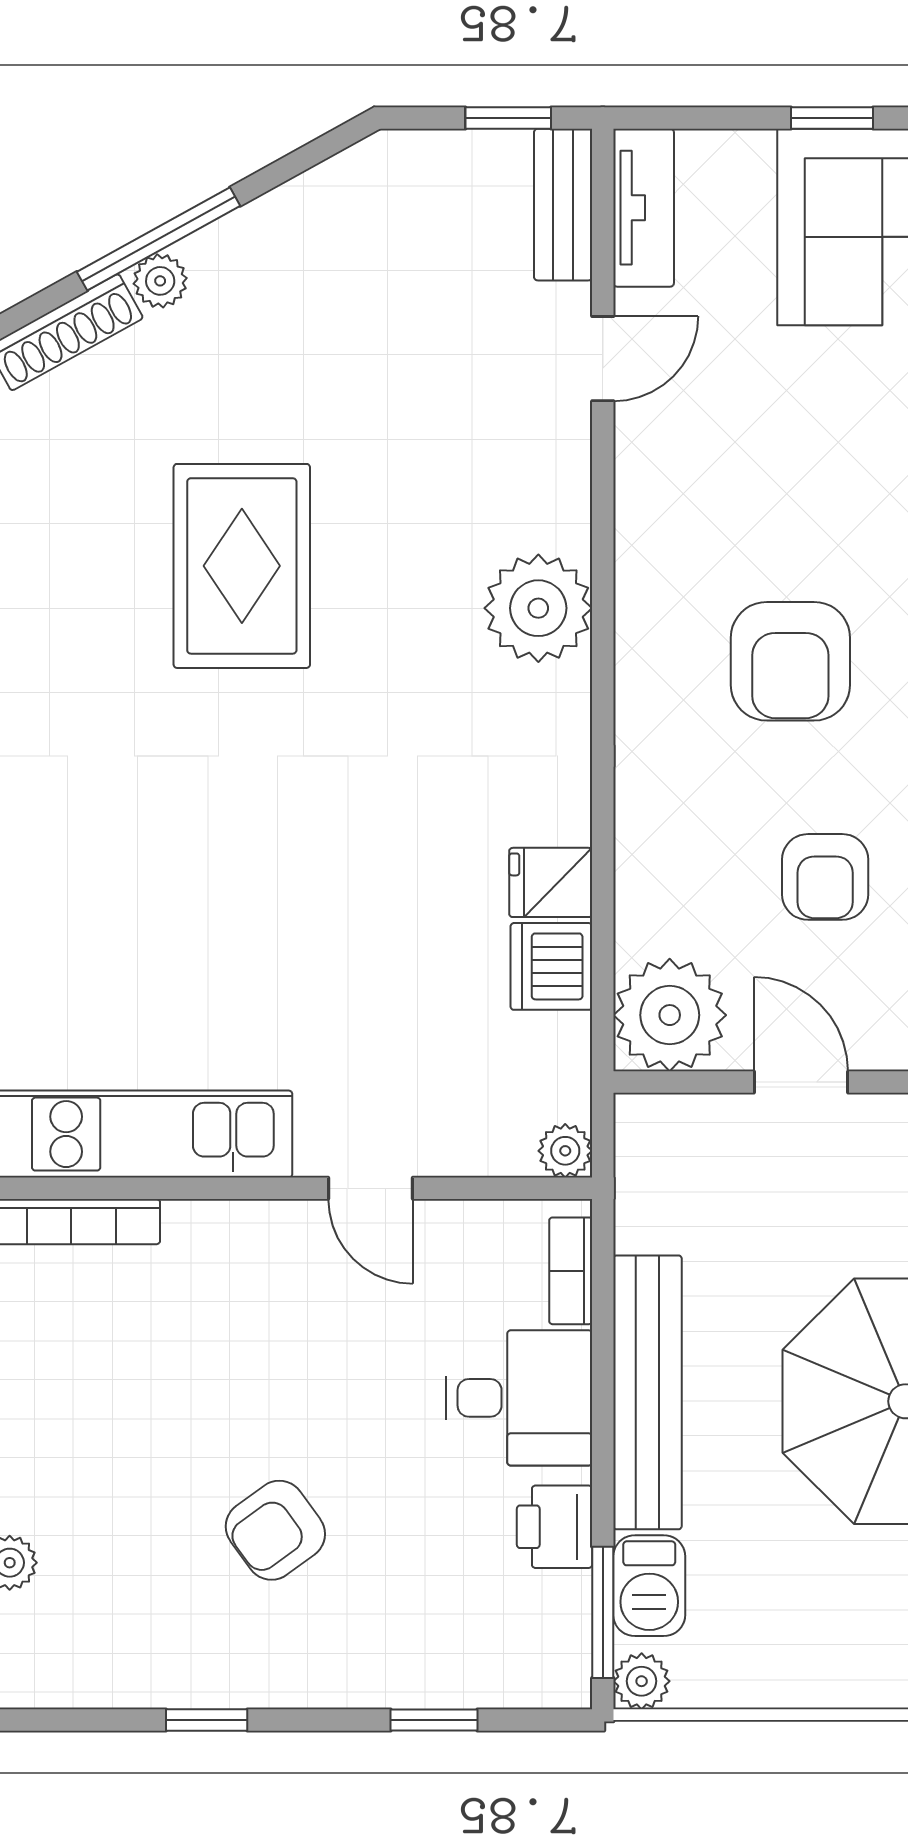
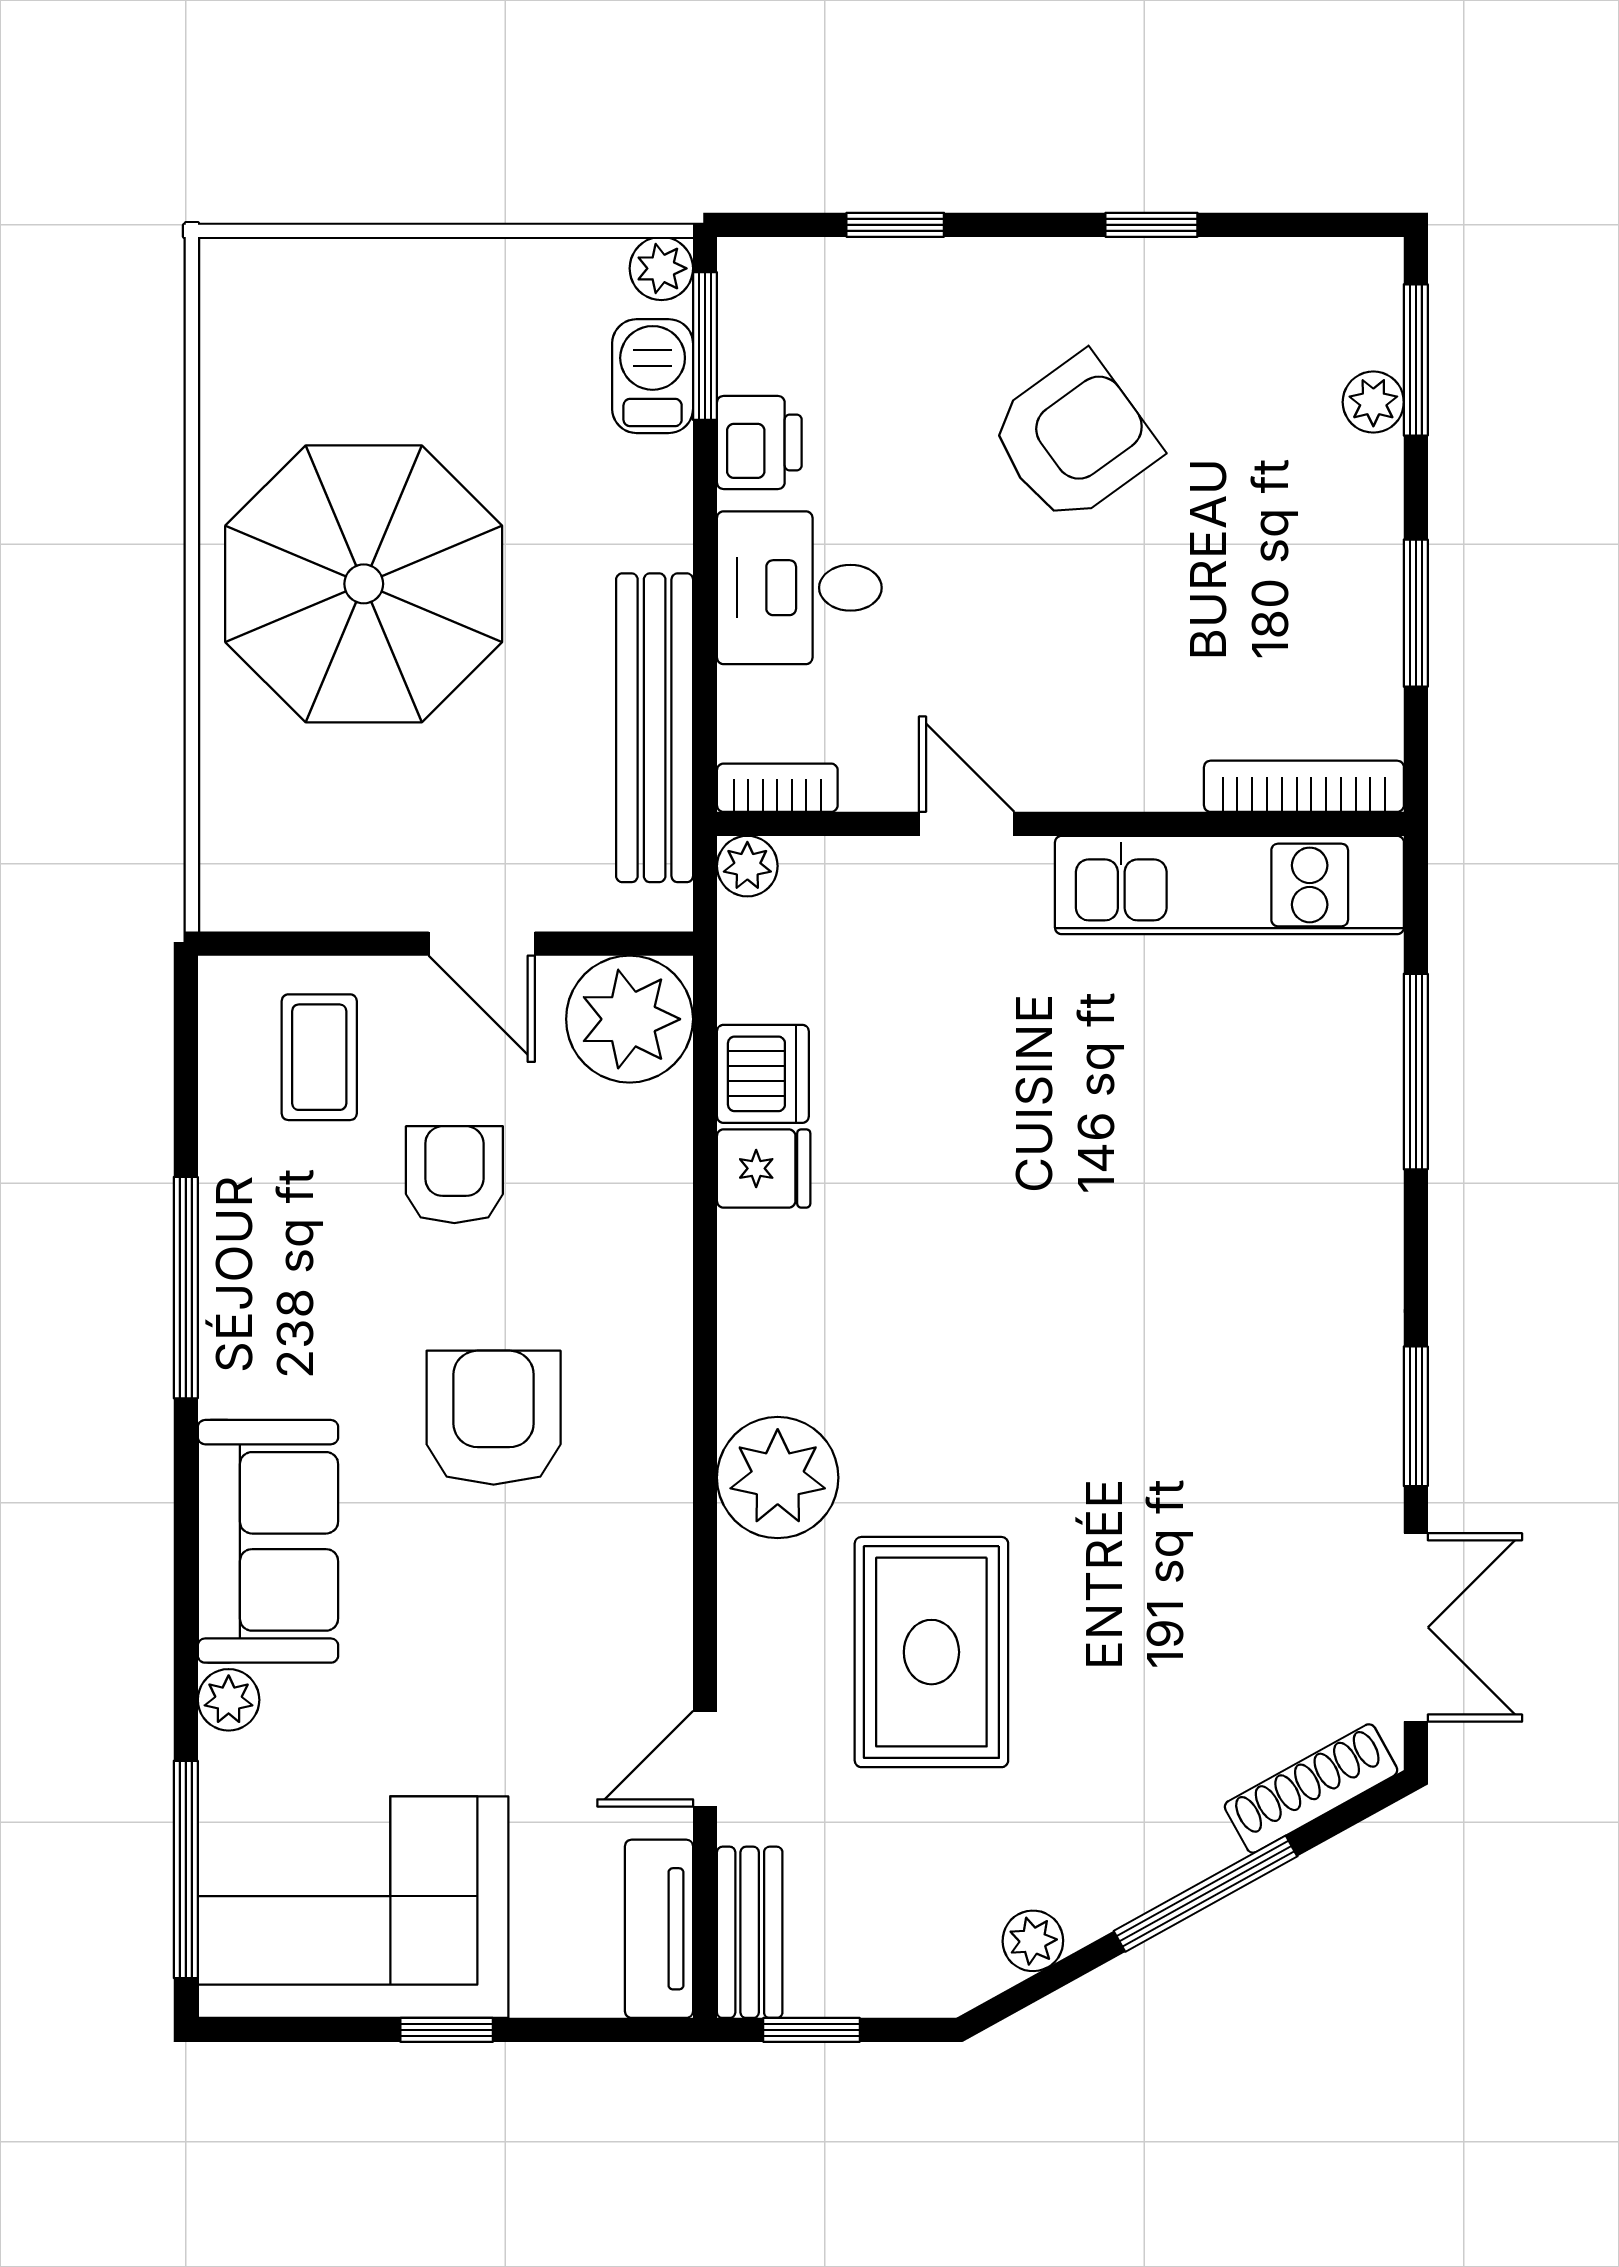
plant: (160, 281) -> (1033, 1941), moved
rug: (242, 566) -> (931, 1652), moved
bookcase: (571, 1271) -> (777, 788), moved, turned -90
bench: (648, 1392) -> (655, 728), moved
armchair: (275, 1530) -> (1074, 439), width x1.38, depth x1.38

